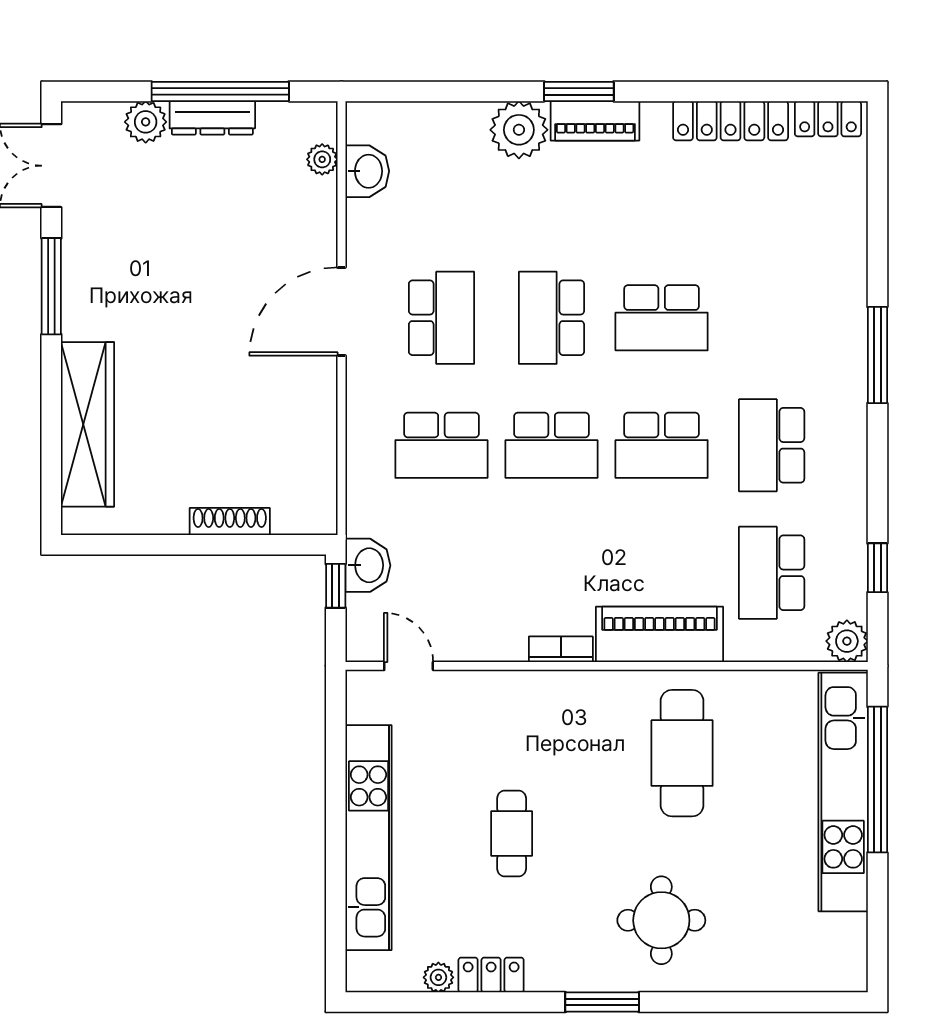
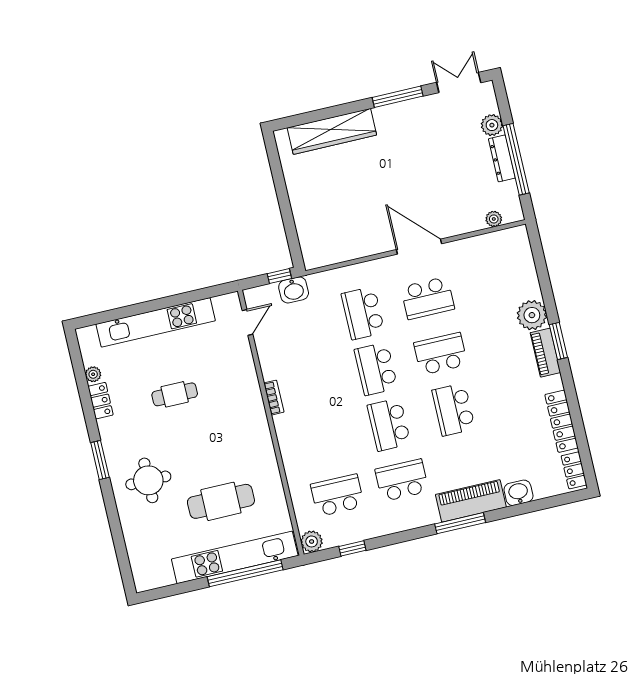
washbasin: (367, 171) -> (518, 493), moved, turned 180
shoe rack: (230, 522) -> (299, 215), removed
piano: (660, 634) -> (471, 501), moved, turned -90
cafe table: (682, 753) -> (221, 501), moved

